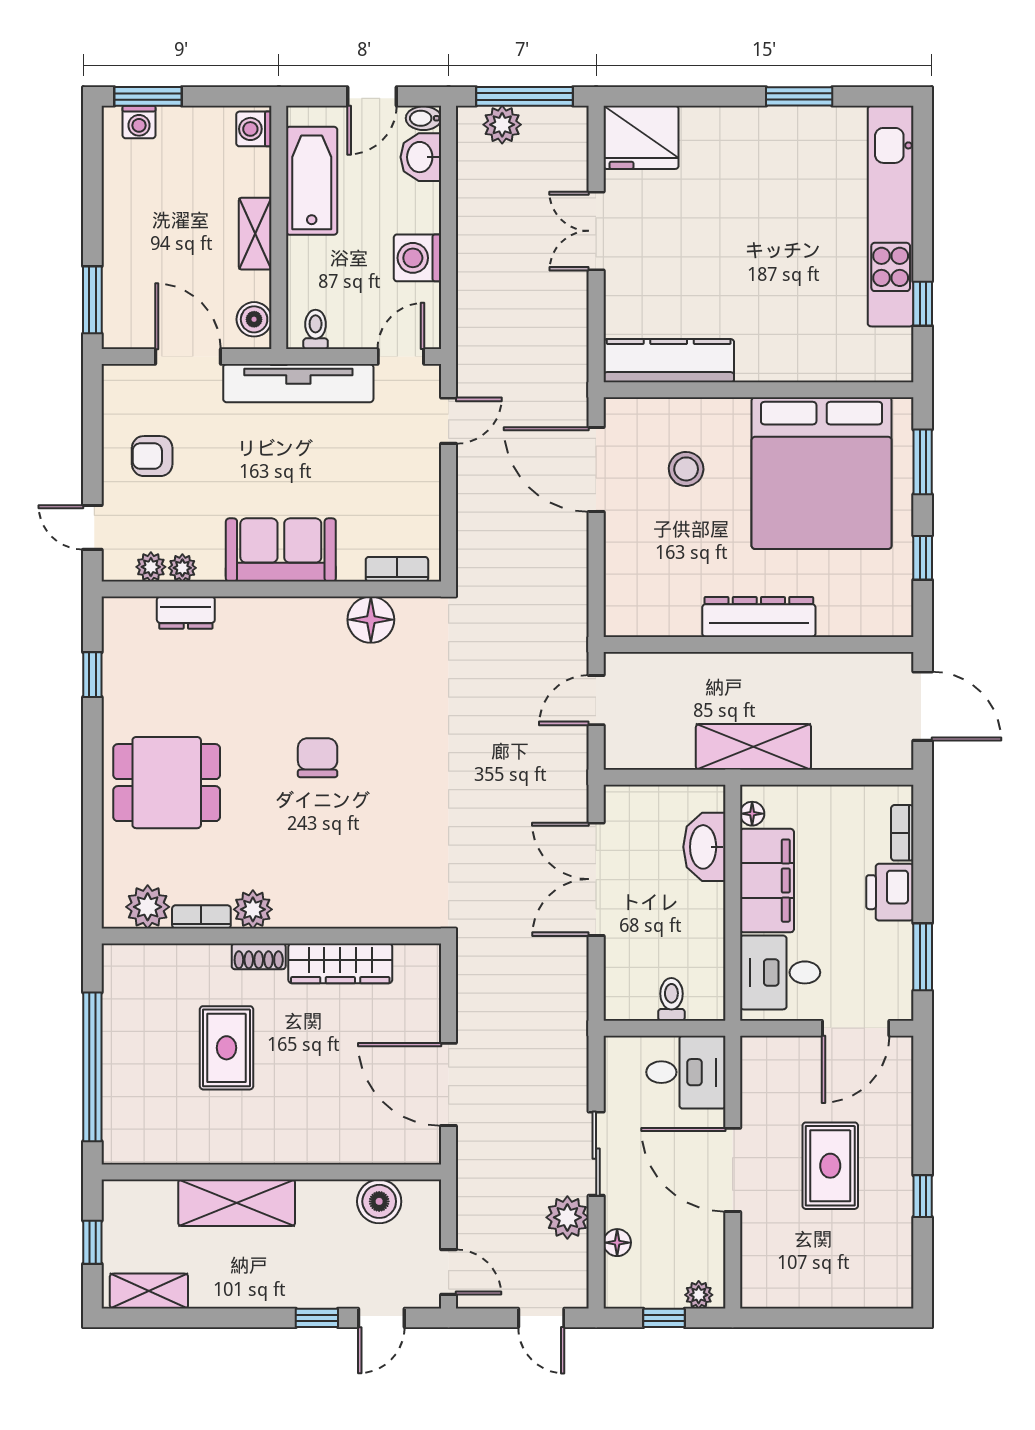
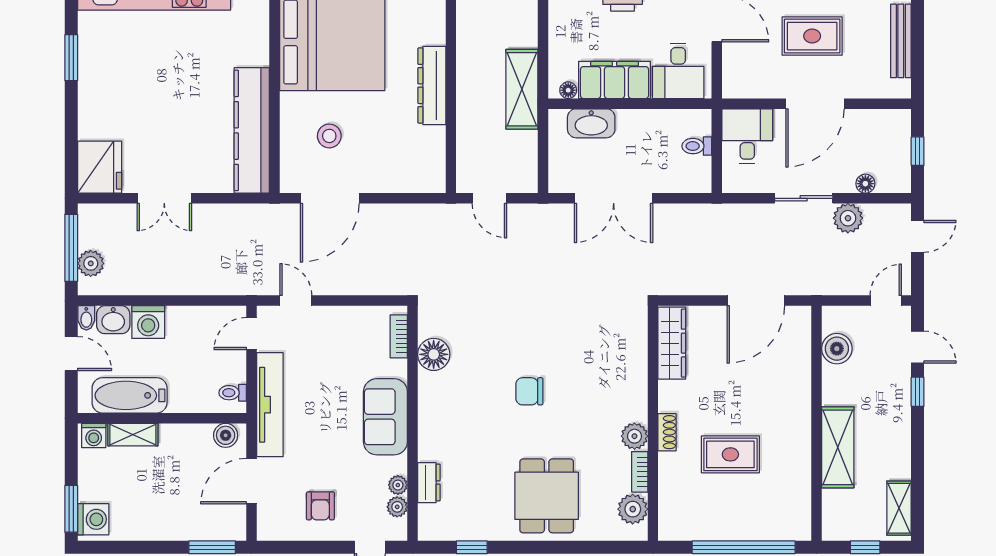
washing machine: (139, 122) -> (93, 519), width x1.38, depth x1.38
shelving: (255, 234) -> (133, 435), moved
washing machine: (418, 258) -> (148, 322), moved
door: (401, 357) -> (251, 334), hinge flipped
kitchen counter: (669, 361) -> (252, 130), width x1.39, depth x1.17
wardrobe: (340, 963) -> (672, 343), moved
bench: (823, 1294) -> (901, 41), added
plant: (699, 1295) -> (902, 127), removed

